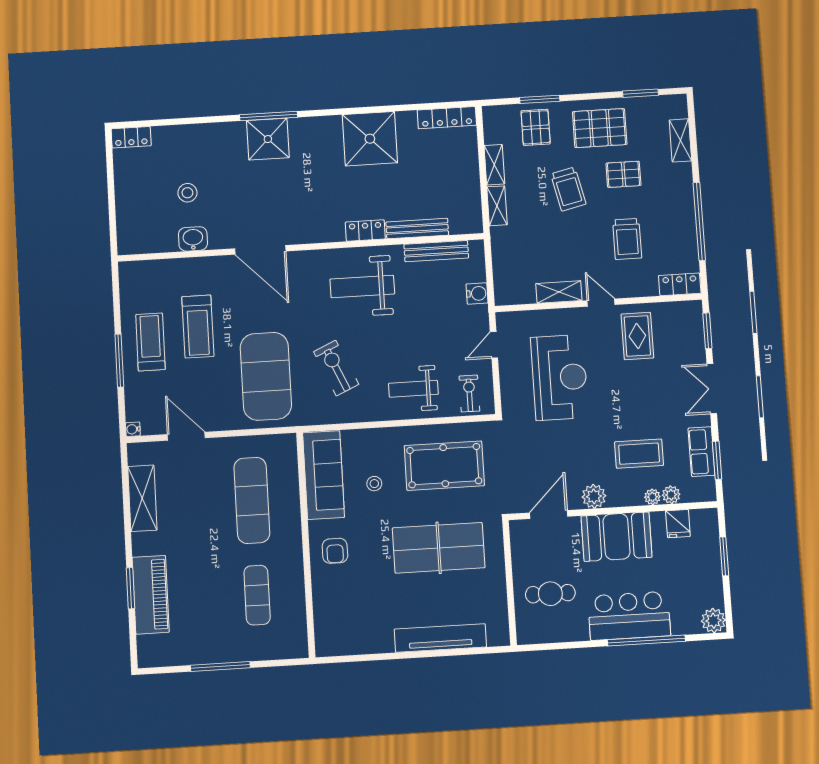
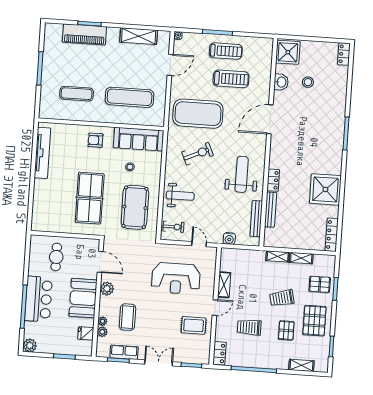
shower: (268, 139) -> (288, 52), moved
treadmill: (198, 327) -> (231, 79), turned 180
weight bench: (413, 389) -> (180, 196), turned 90
tv unit: (440, 638) -> (42, 153), moved

